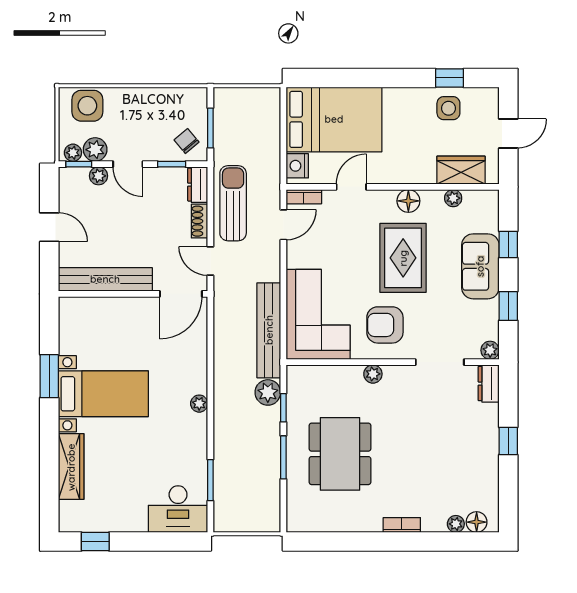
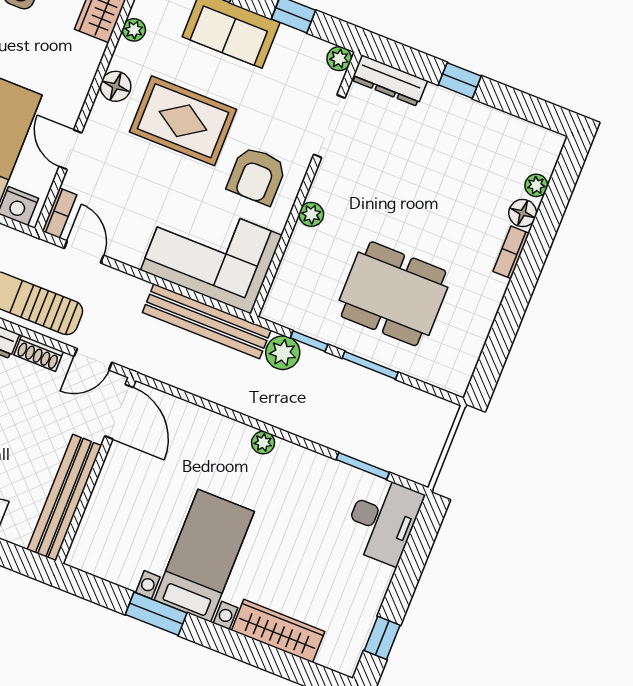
dresser: (489, 384) -> (389, 81), width x1.44
floor lamp: (477, 522) -> (523, 213), moved

